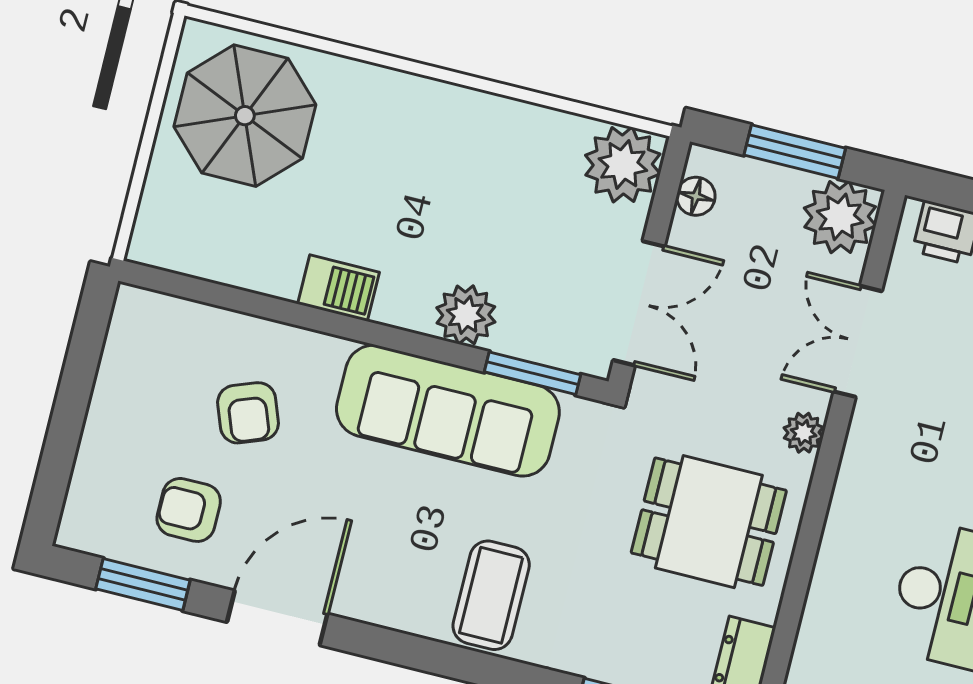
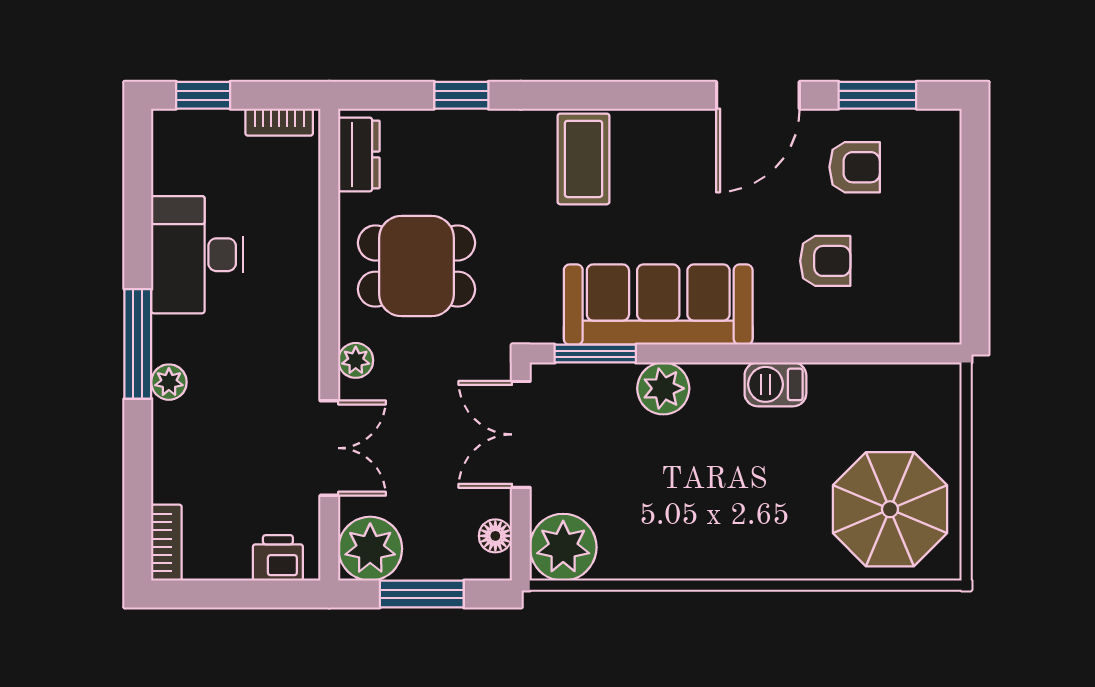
armchair: (248, 413) -> (825, 261), turned 111

